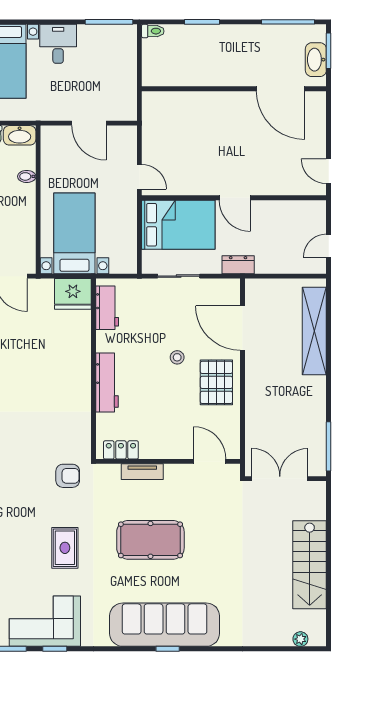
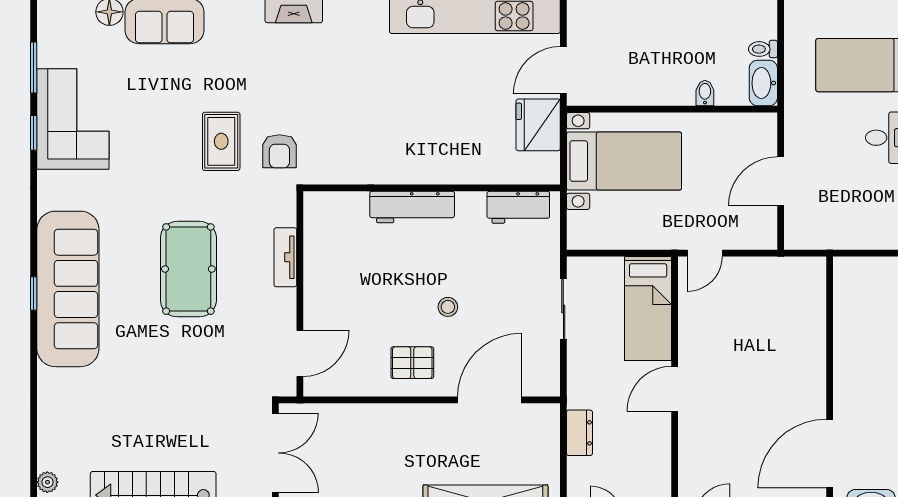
bed: (178, 225) -> (648, 308), width x0.67
dresser: (238, 265) -> (579, 433), moved
fridge: (73, 294) -> (538, 125), moved
pallet: (216, 382) -> (412, 363), width x0.67, depth x0.71
locker: (121, 450) -> (316, 227), removed
rug: (65, 548) -> (221, 141), moved, turned 90

